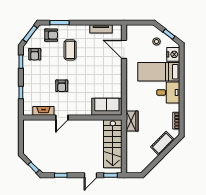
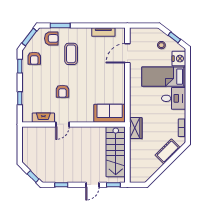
door: (124, 49) -> (127, 53), hinge flipped

